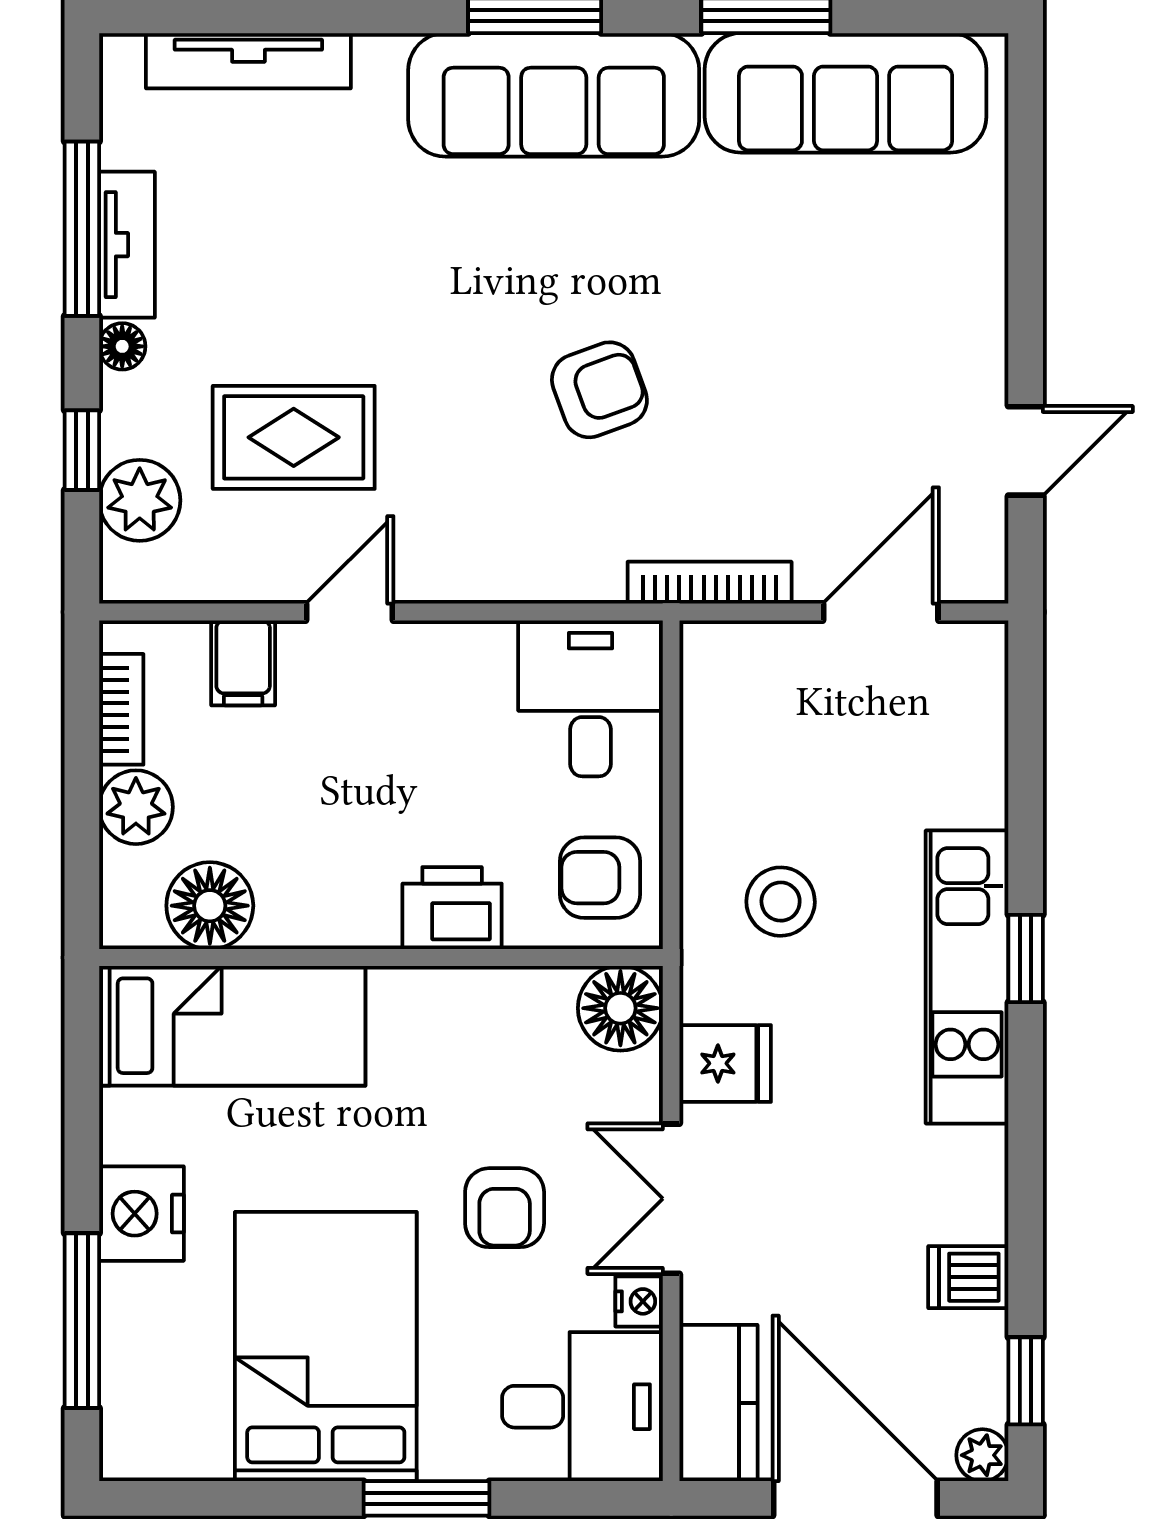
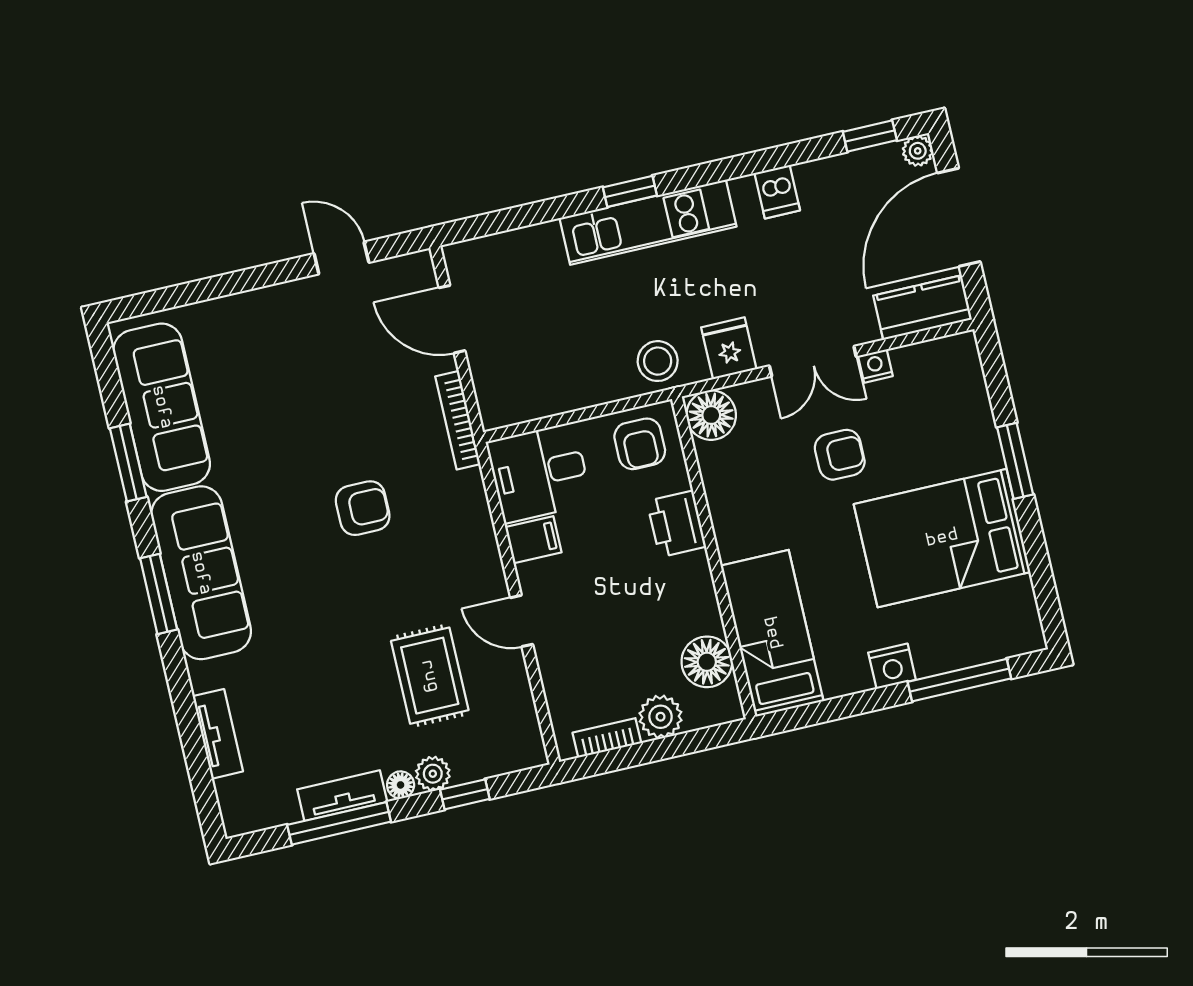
tv unit: (248, 61) -> (218, 734), width x0.71
armchair: (599, 390) -> (363, 508), turned 110
plant: (140, 500) -> (433, 774), moved, width x0.73, depth x0.73
filing cabinet: (243, 663) -> (533, 540), moved
stool: (781, 902) -> (658, 361), moved
nightstand: (141, 1214) -> (892, 666), width x0.74, depth x0.75
dishwasher: (968, 1277) -> (777, 192), moved
desk: (582, 1407) -> (943, 384), removed

